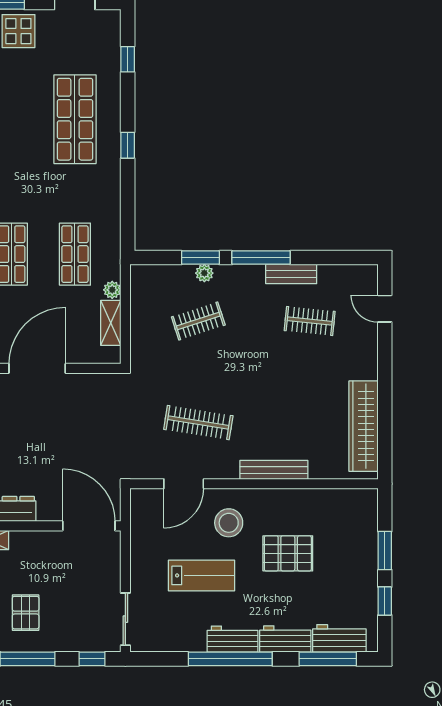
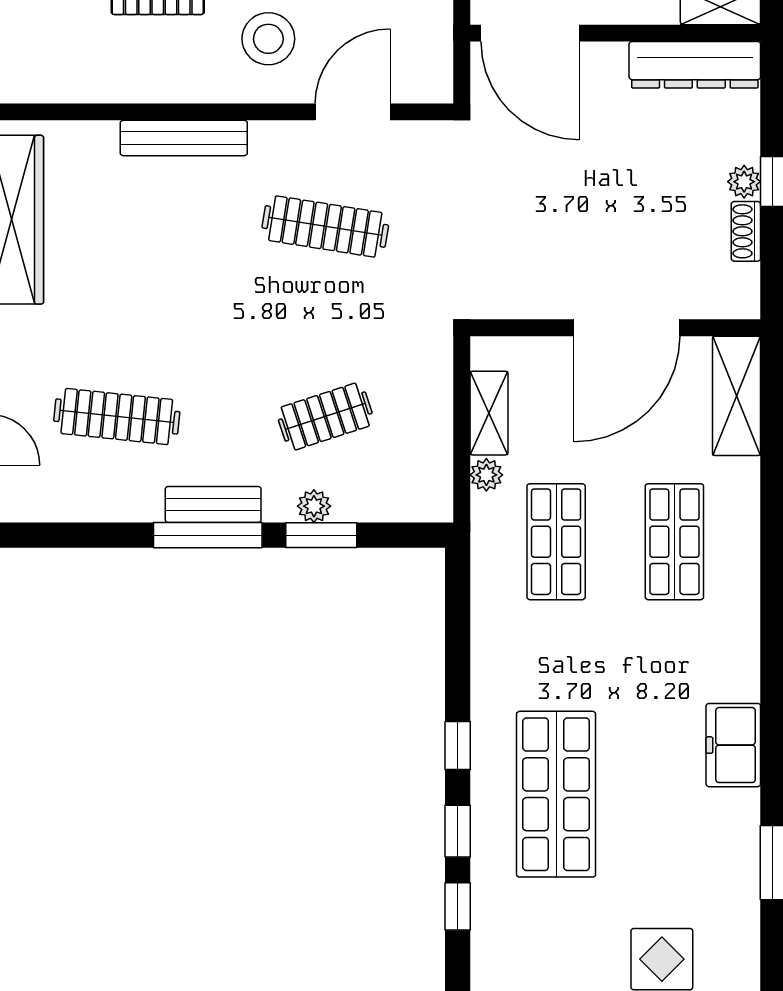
window: (128, 99) -> (458, 831), added
bench: (291, 274) -> (213, 505), moved
clothes rail: (310, 321) -> (117, 416), width x1.36

